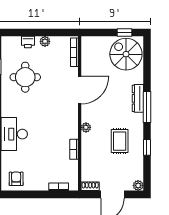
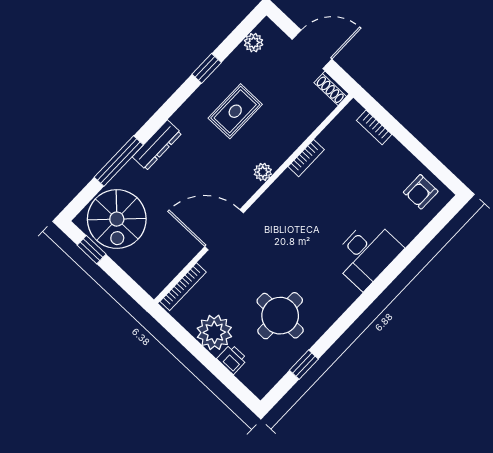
plant: (45, 41) -> (214, 332), width x1.87, depth x1.87
window: (147, 107) -> (119, 161), moved
plant: (138, 185) -> (254, 43), moved

